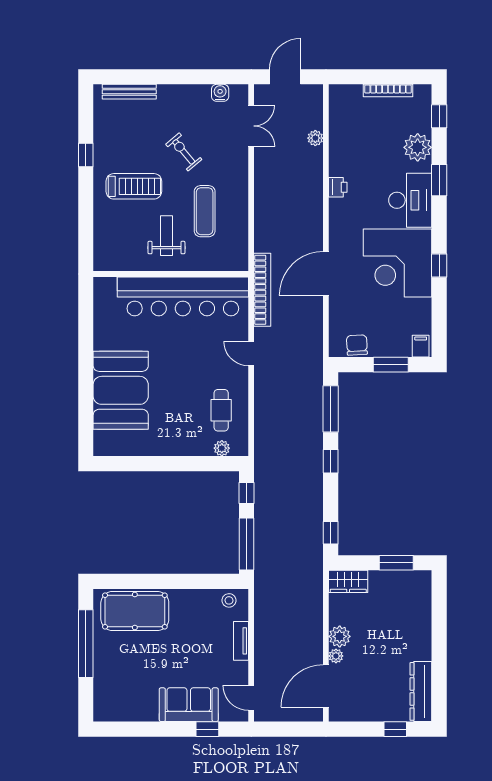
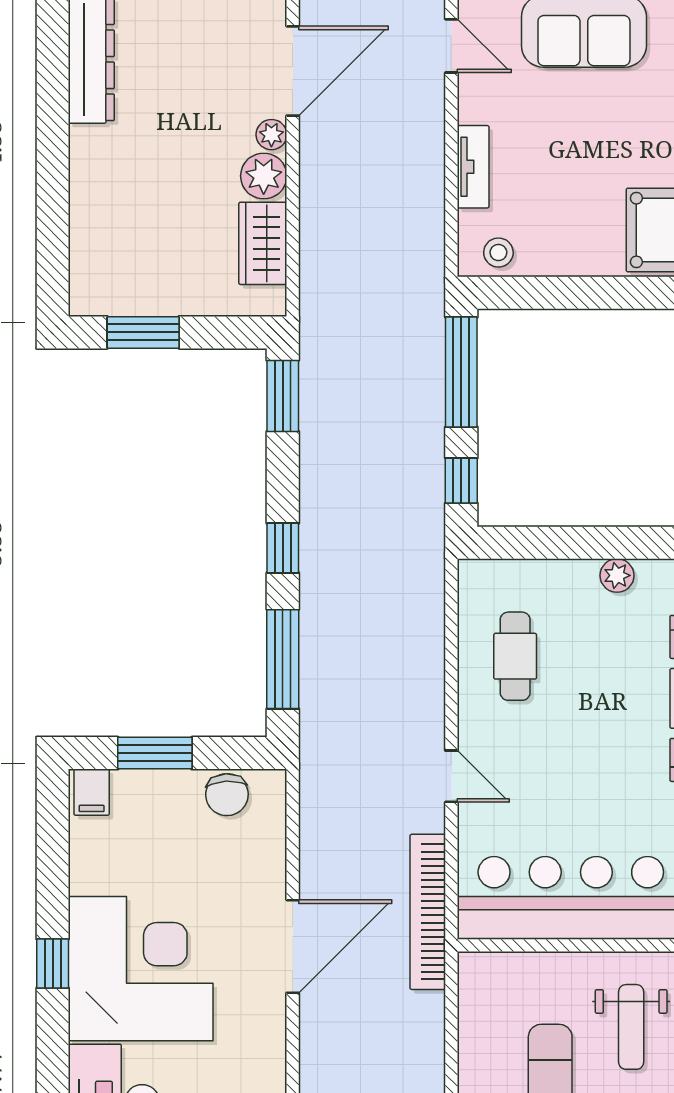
plant: (222, 448) -> (617, 575), moved
window: (331, 533) -> (283, 396), width x1.50
wardrobe: (348, 581) -> (263, 243), moved, turned -90

